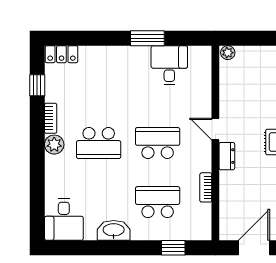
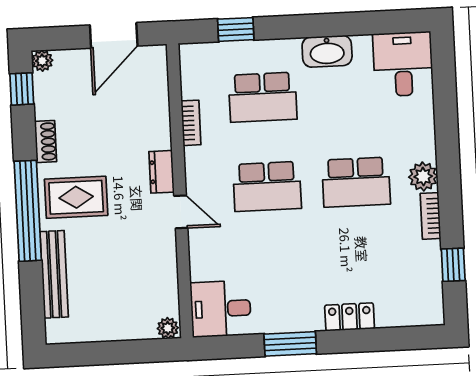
locker: (61, 54) -> (350, 317), moved
desk: (169, 65) -> (221, 309), moved, turned 90
school desk: (99, 143) -> (356, 182), turned 180

